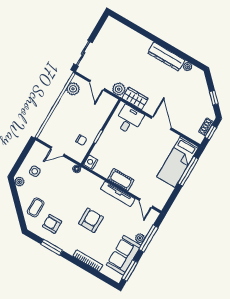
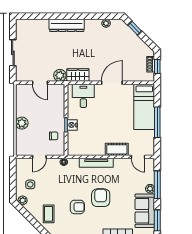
sliding door: (83, 53) -> (13, 53), moved
dresser: (166, 57) -> (67, 25), moved
plant: (73, 89) -> (22, 123), moved
window: (214, 98) -> (135, 28), moved
door: (161, 123) -> (112, 83), hinge flipped
nightstand: (91, 162) -> (72, 125), moved
window: (188, 171) -> (157, 122), moved
cot: (121, 180) -> (117, 149), moved
tv unit: (118, 194) -> (96, 163), moved
armchair: (52, 224) -> (77, 207), moved, turned 180

